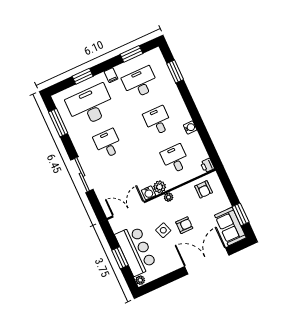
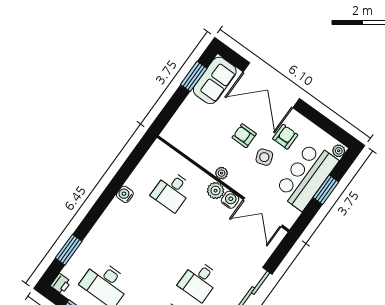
desk: (158, 121) -> (139, 237), removed
printer: (207, 165) -> (61, 284), moved
armchair: (204, 189) -> (285, 137), moved

